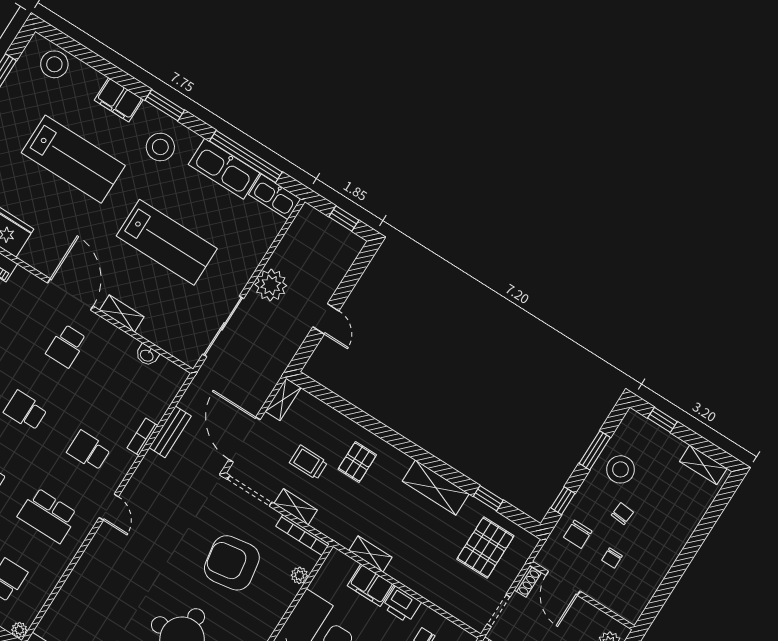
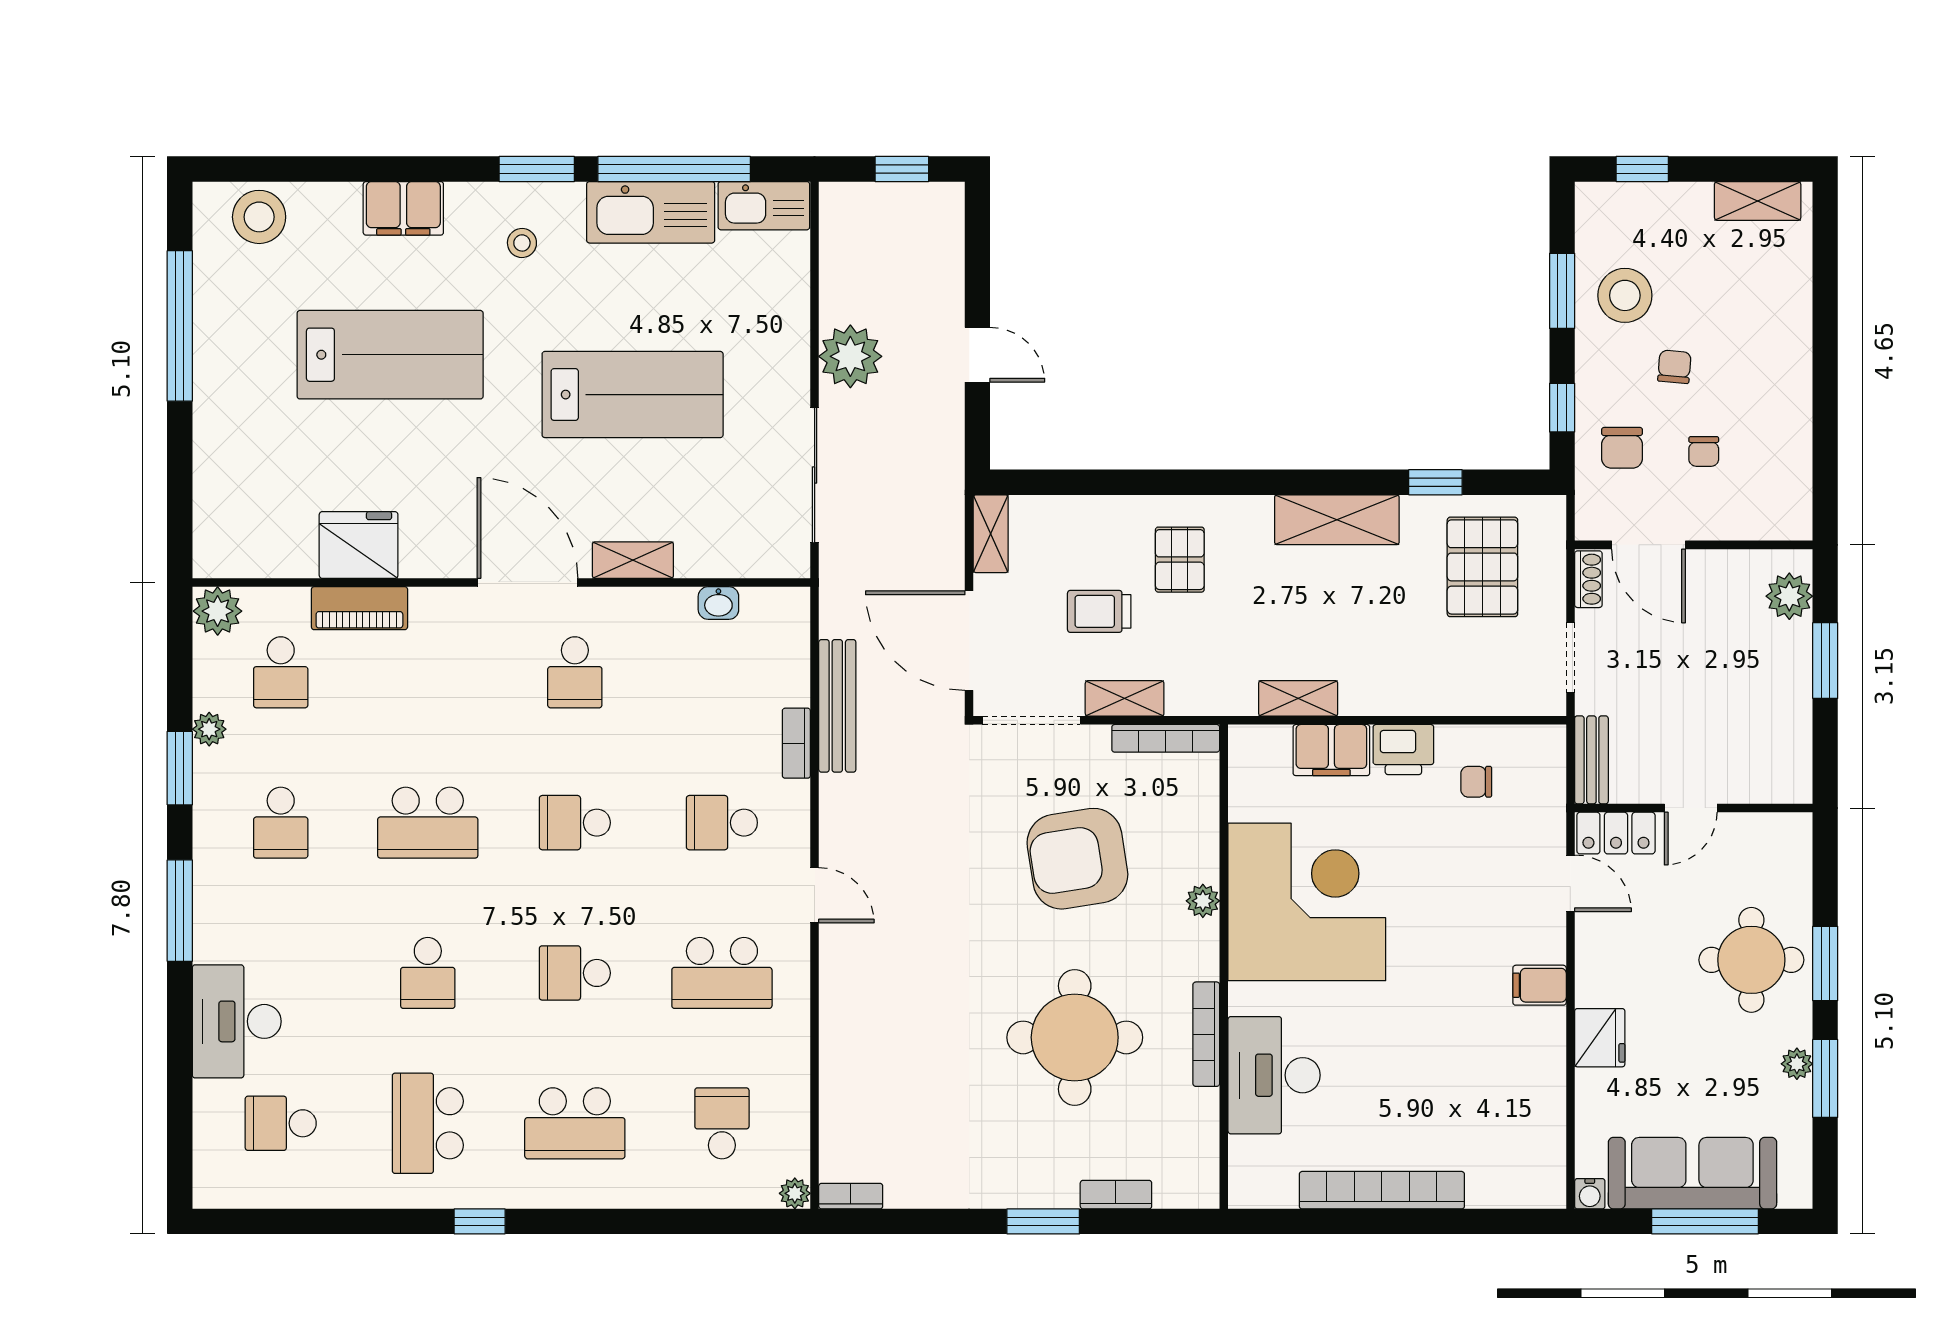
window: (165, 105) -> (537, 169), moved
stool: (160, 147) -> (522, 243), width x0.53, depth x0.53
bench: (170, 432) -> (837, 706), width x1.36
plant: (299, 575) -> (1203, 901), moved

